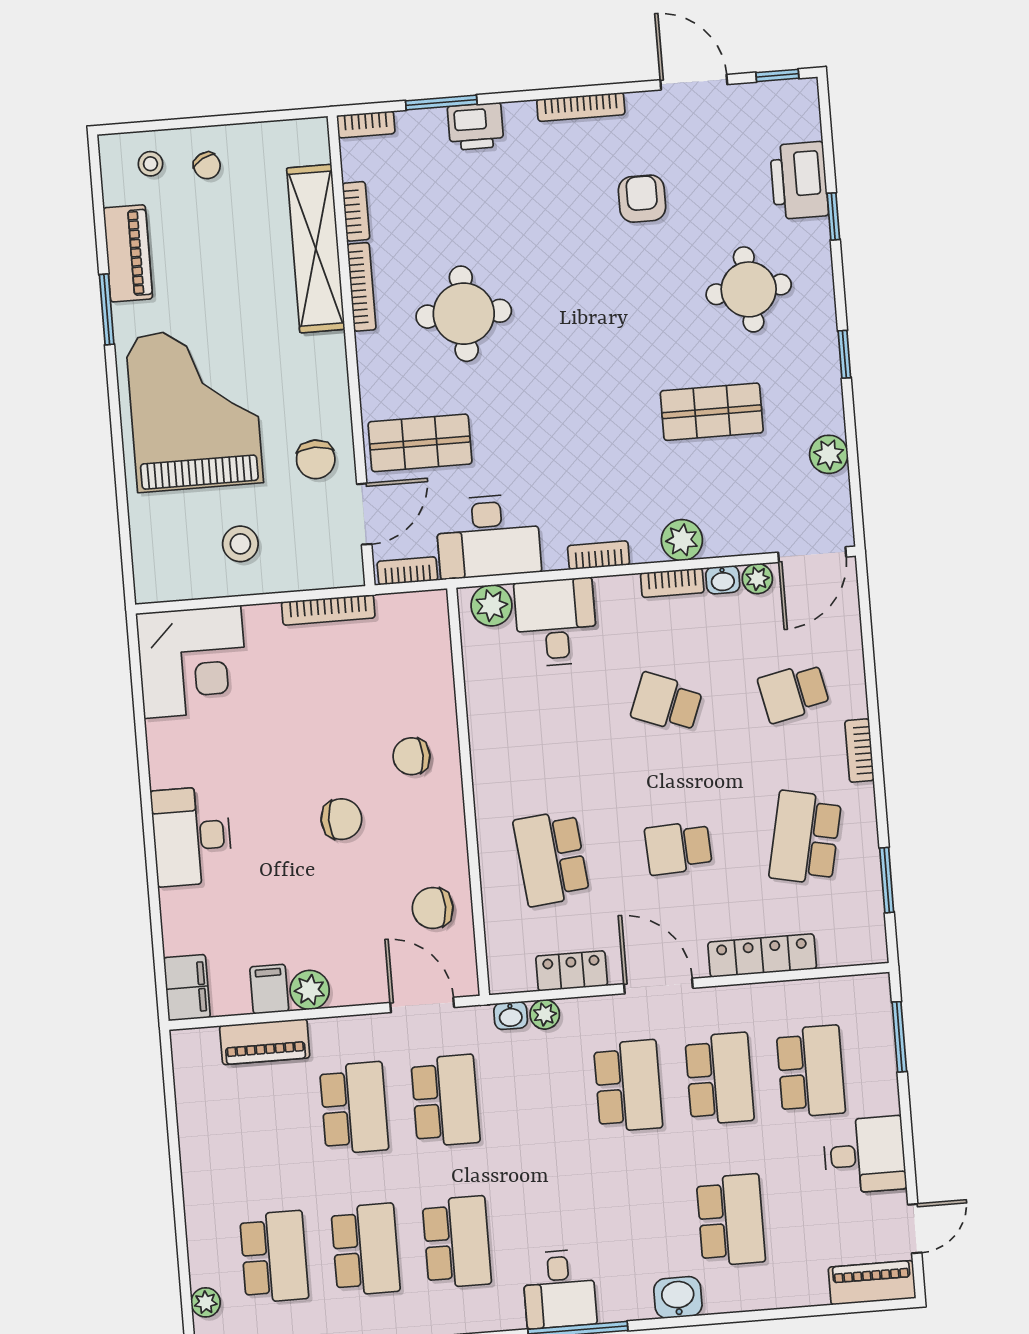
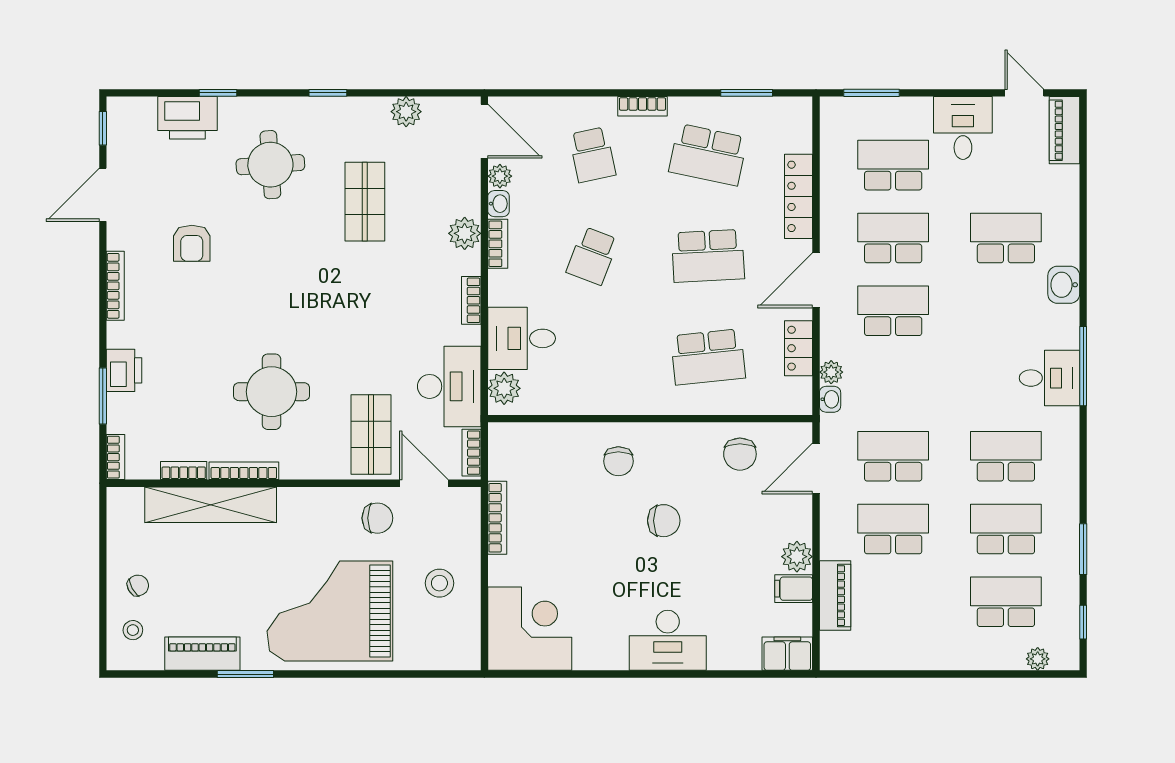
armchair: (642, 199) -> (192, 243), turned -90
chair: (341, 819) -> (664, 521), turned 90
school desk: (678, 848) -> (708, 256), width x1.85

